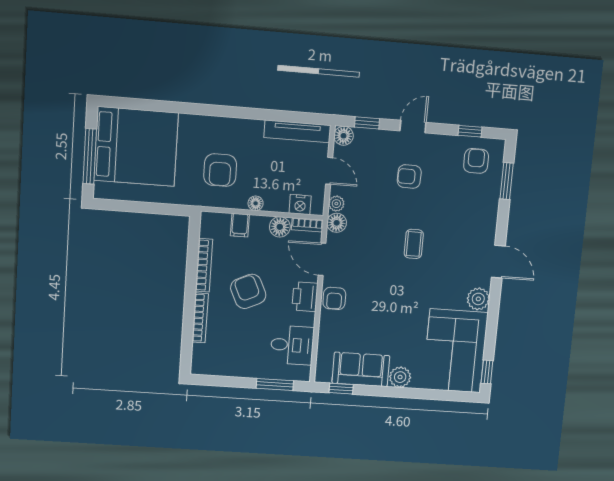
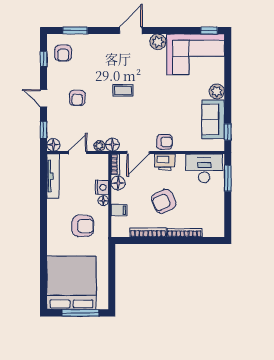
armchair: (476, 161) -> (63, 53), turned -90
nightstand: (300, 205) -> (102, 187), moved
desk: (292, 345) -> (204, 168), width x1.37

